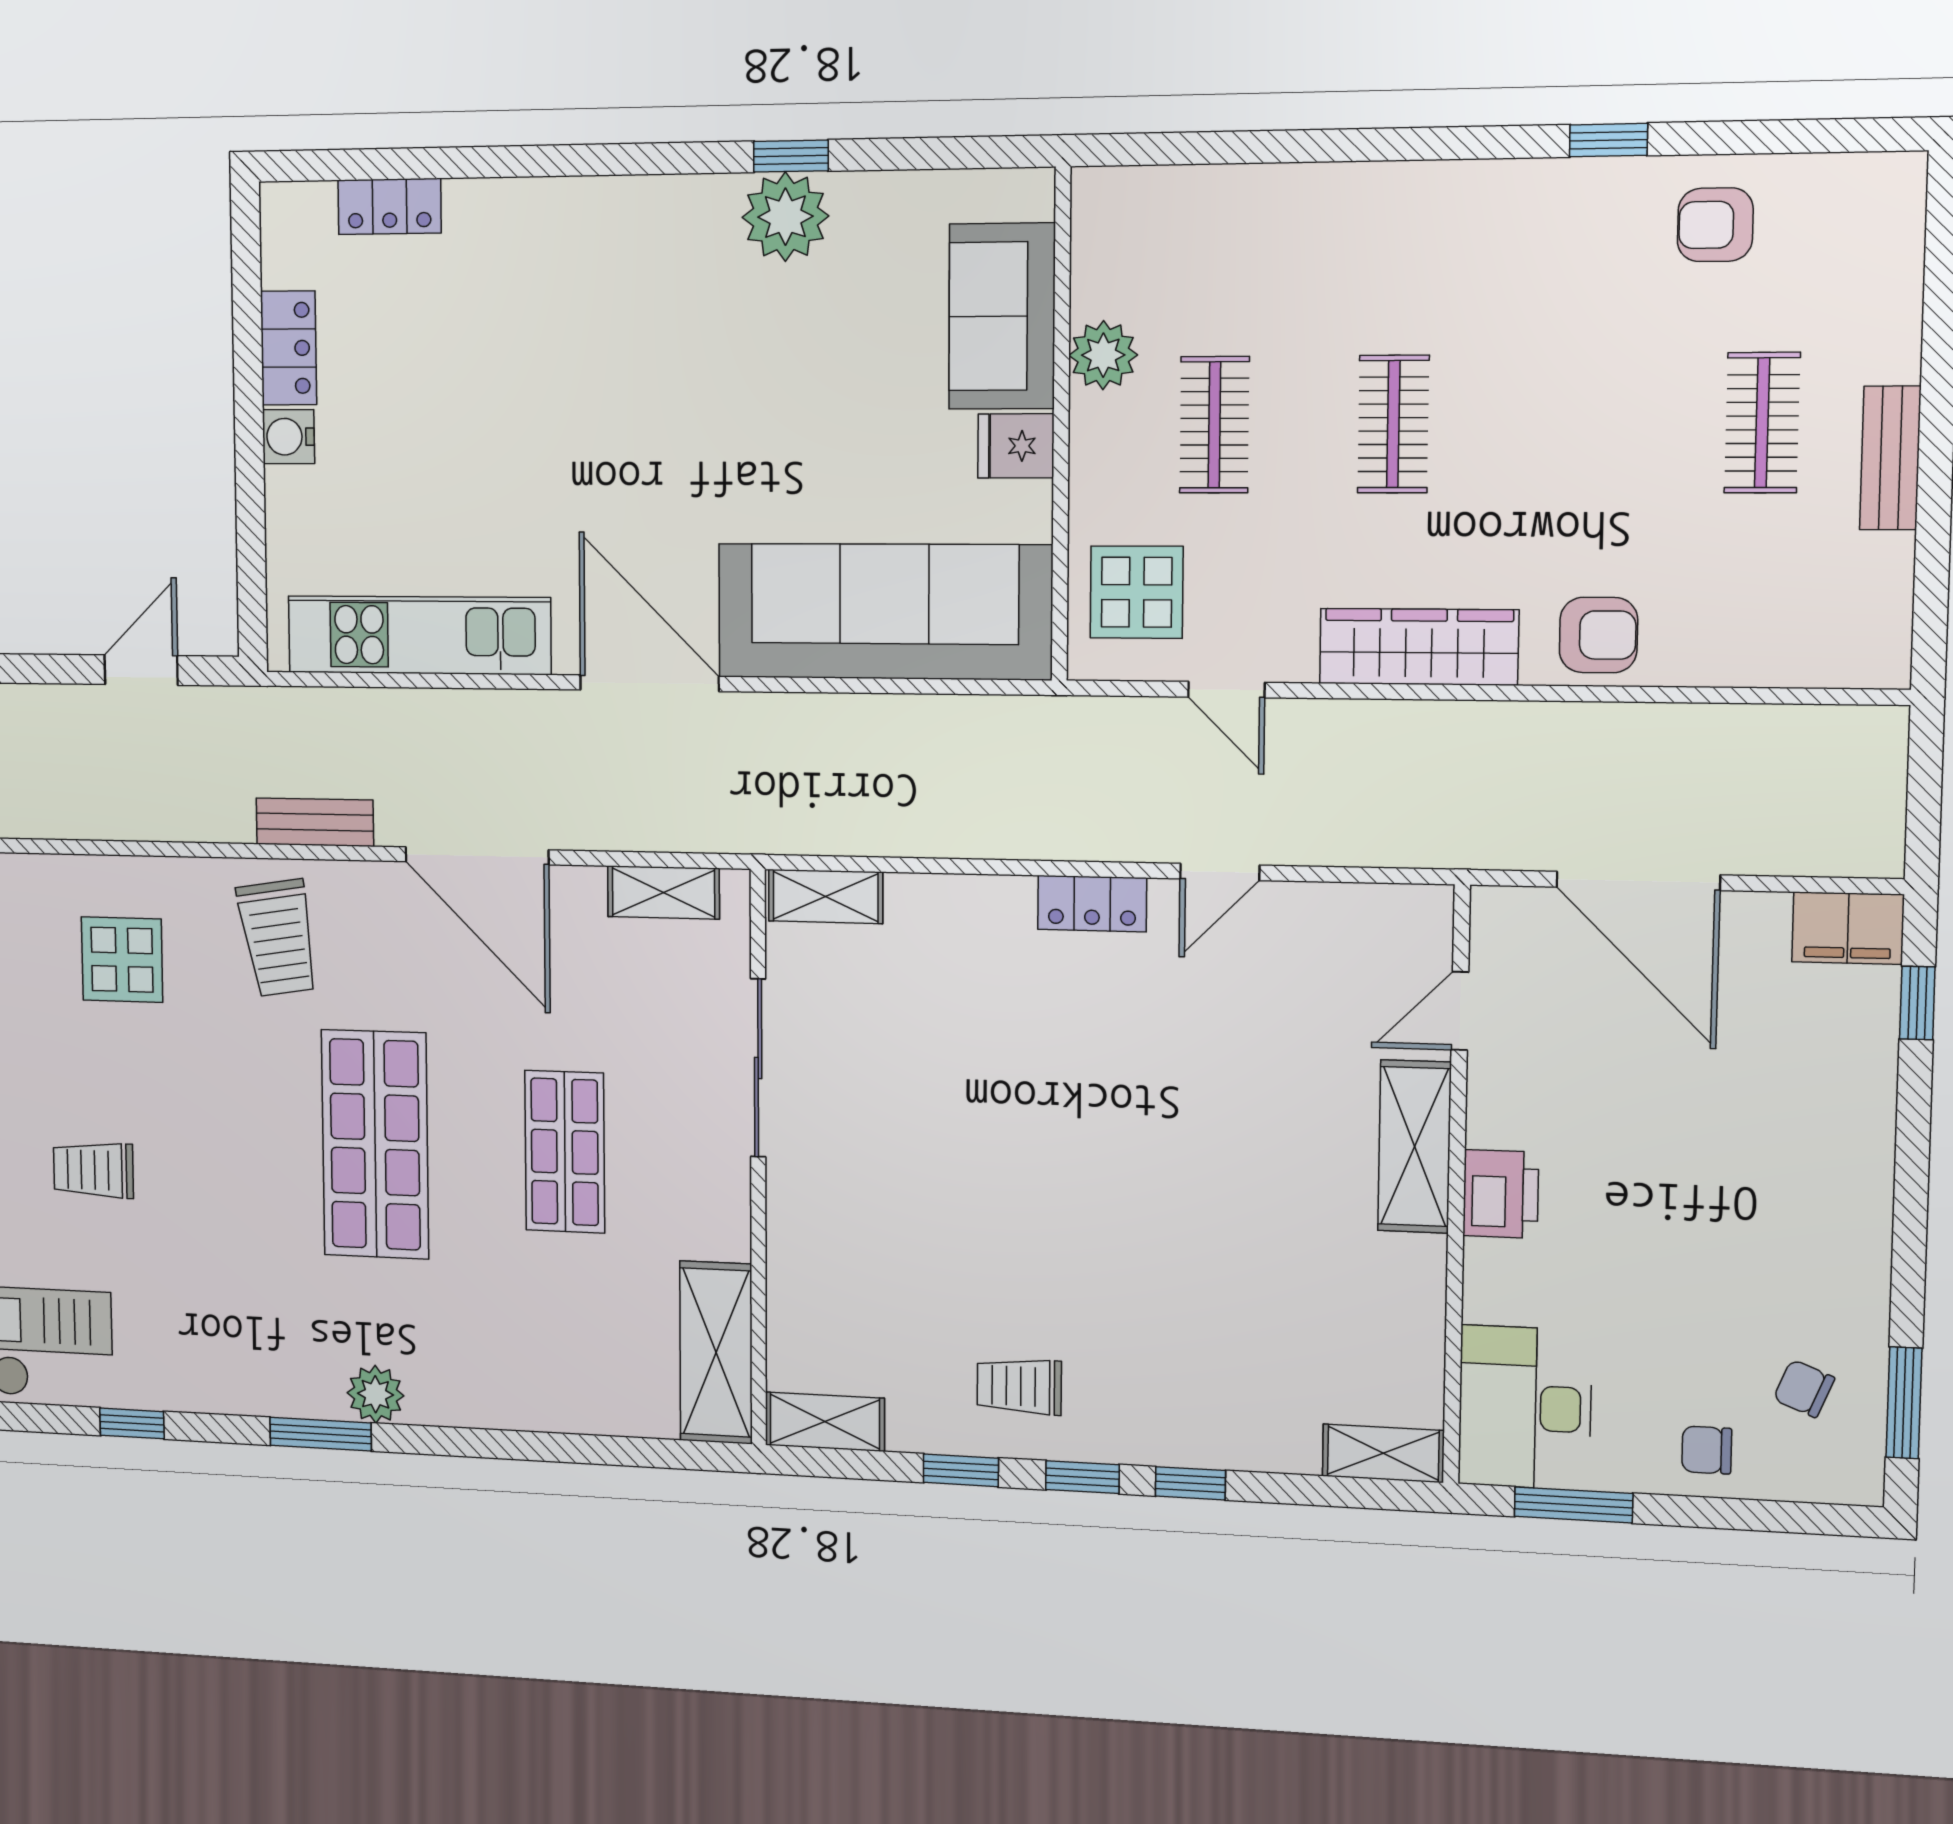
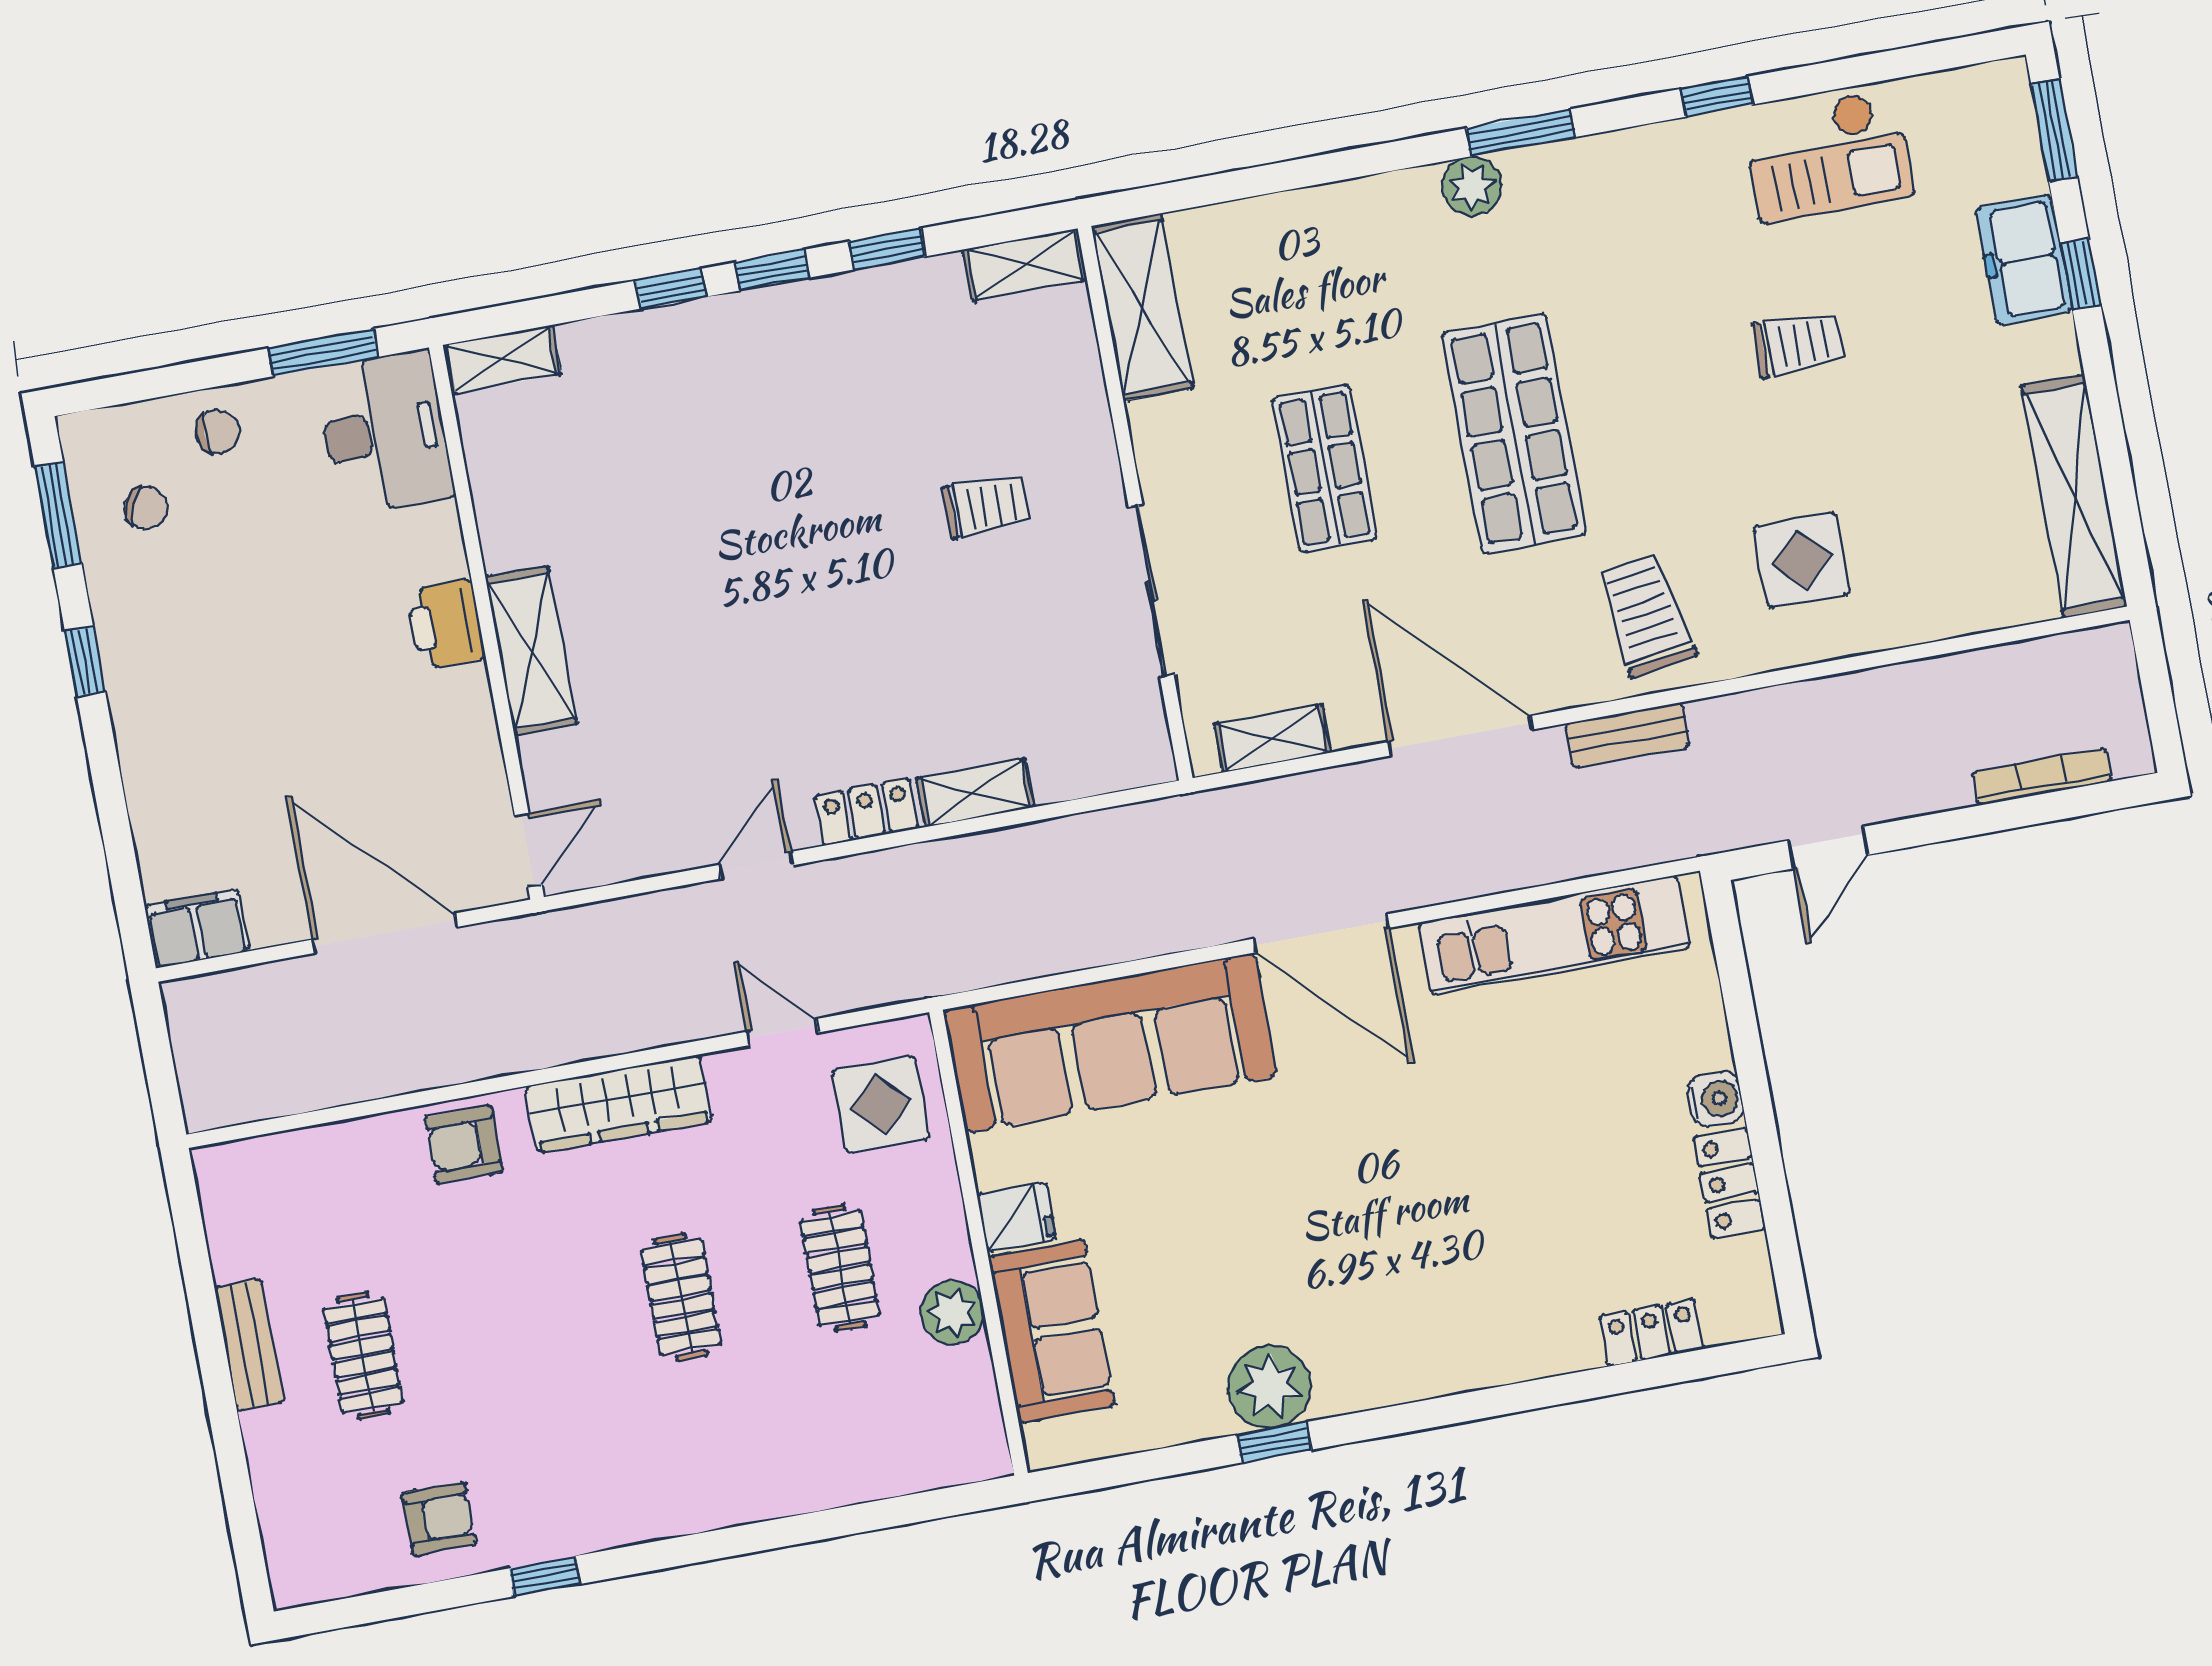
shelving: (826, 896) -> (975, 793), moved
window: (1917, 1003) -> (85, 662), moved
door: (1460, 1011) -> (528, 850), moved
trolley: (1019, 1386) -> (986, 506), moved

